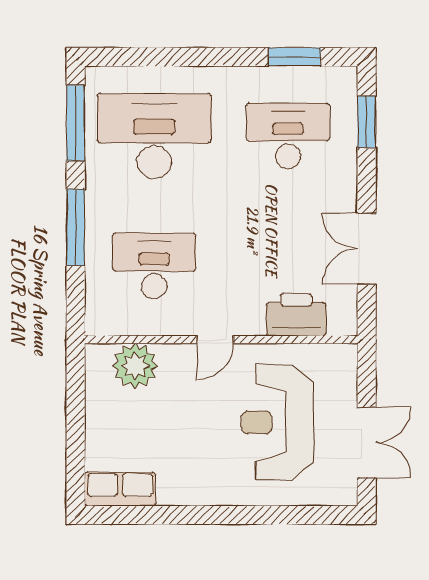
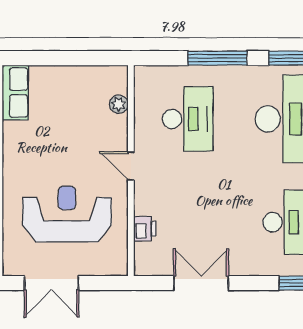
printer: (296, 315) -> (145, 229), width x0.53, depth x0.68
plant: (135, 366) -> (119, 104), width x0.53, depth x0.53

